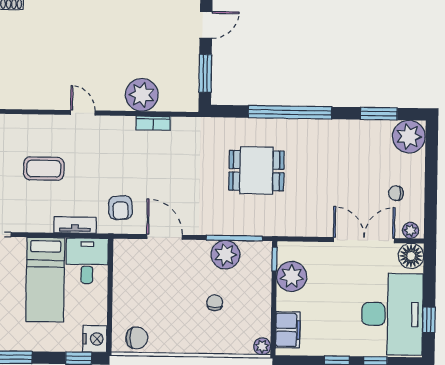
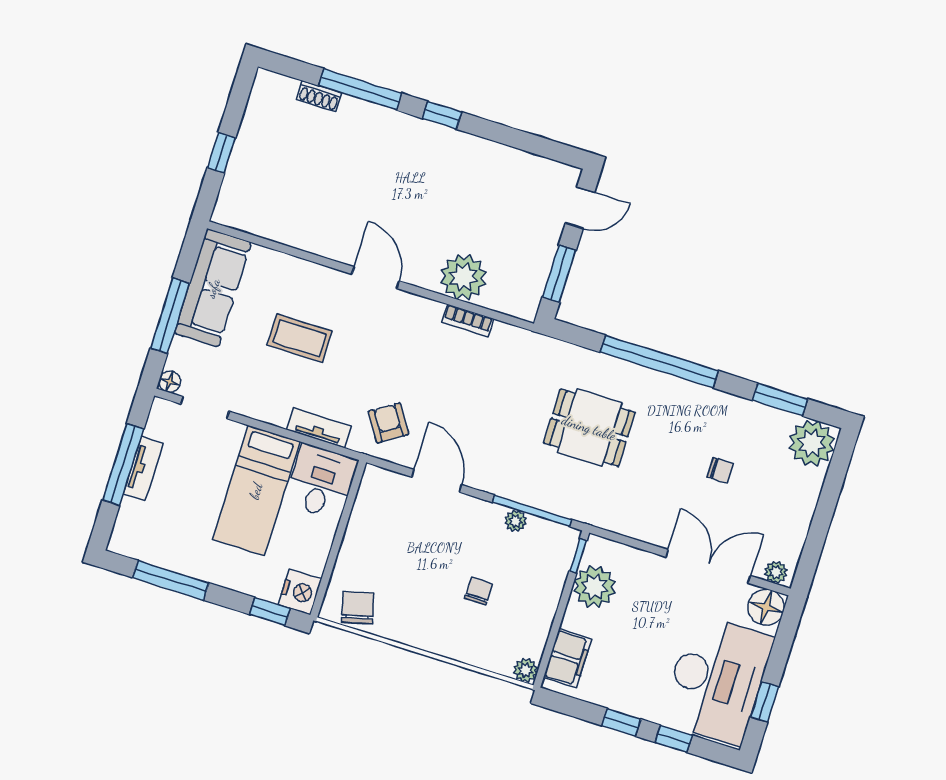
door: (83, 113) -> (376, 278), width x1.38
chair: (396, 193) -> (720, 470), moved, turned 180
armchair: (120, 208) -> (388, 423), turned 151
plant: (225, 255) -> (516, 521), width x0.53, depth x0.53
chair: (137, 338) -> (358, 608), turned -104

